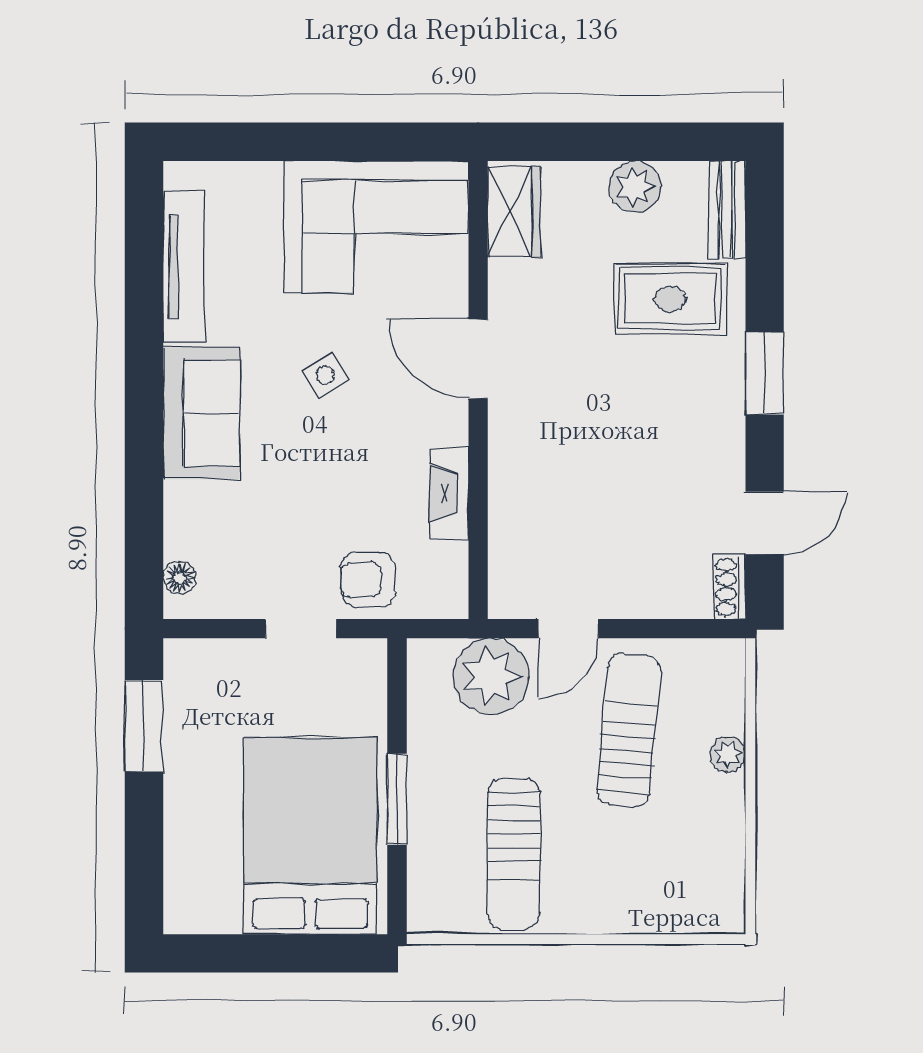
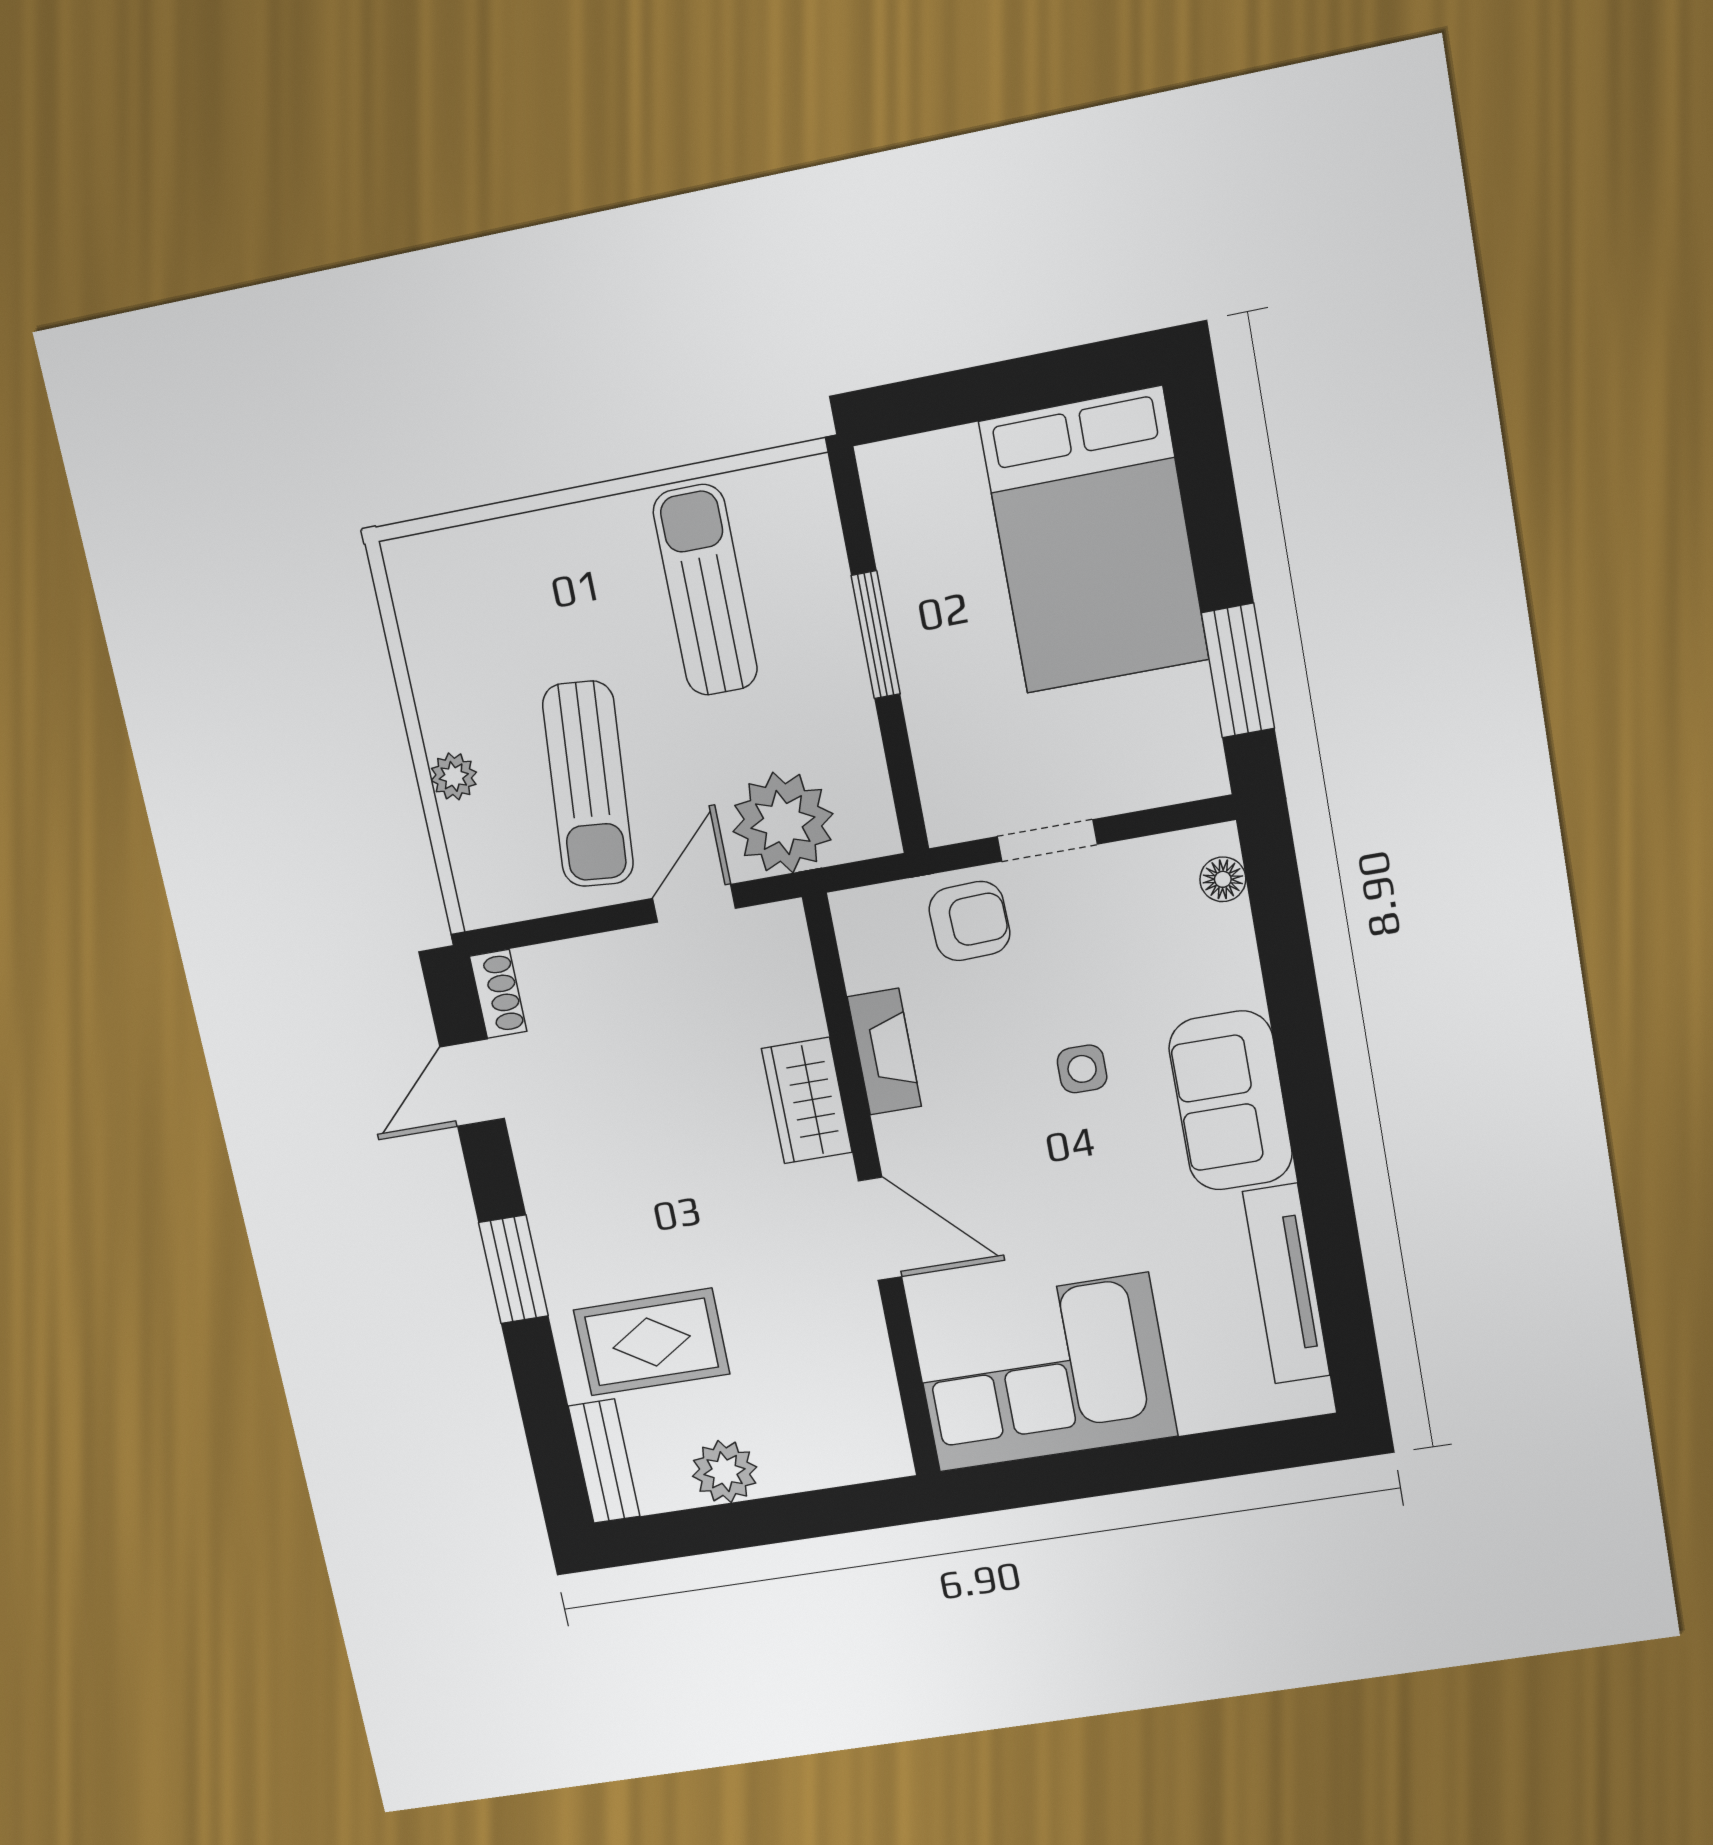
wardrobe: (514, 211) -> (807, 1100), moved
side table: (325, 375) -> (1082, 1069), moved, turned 32
bed: (310, 836) -> (1094, 541), moved

